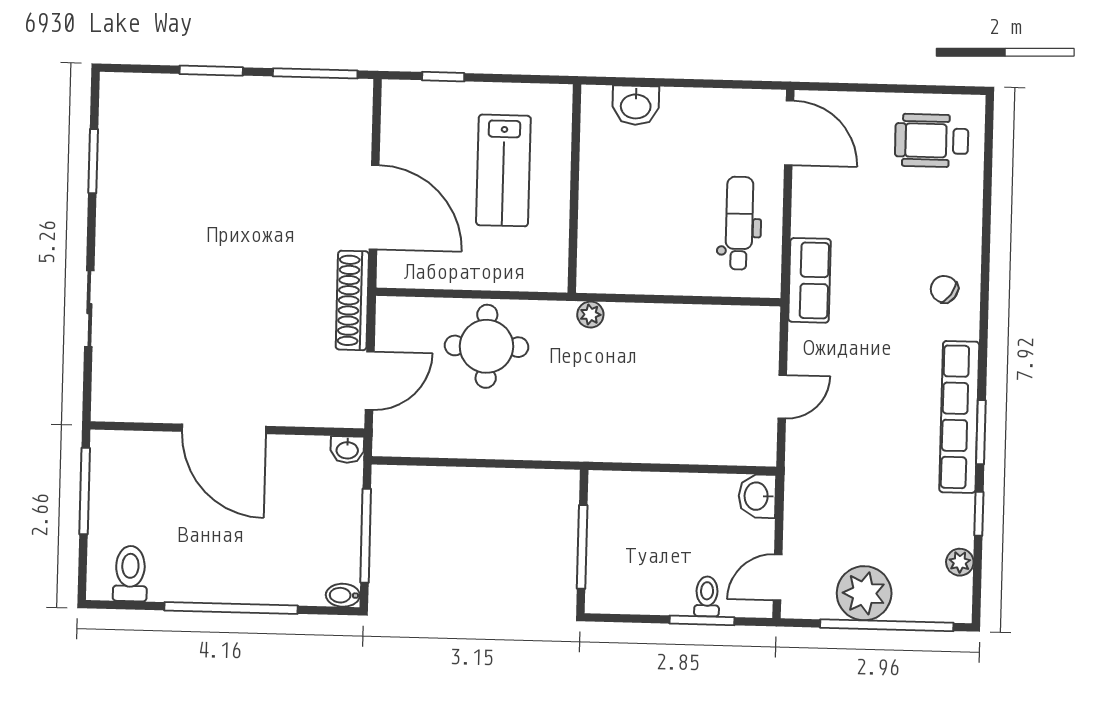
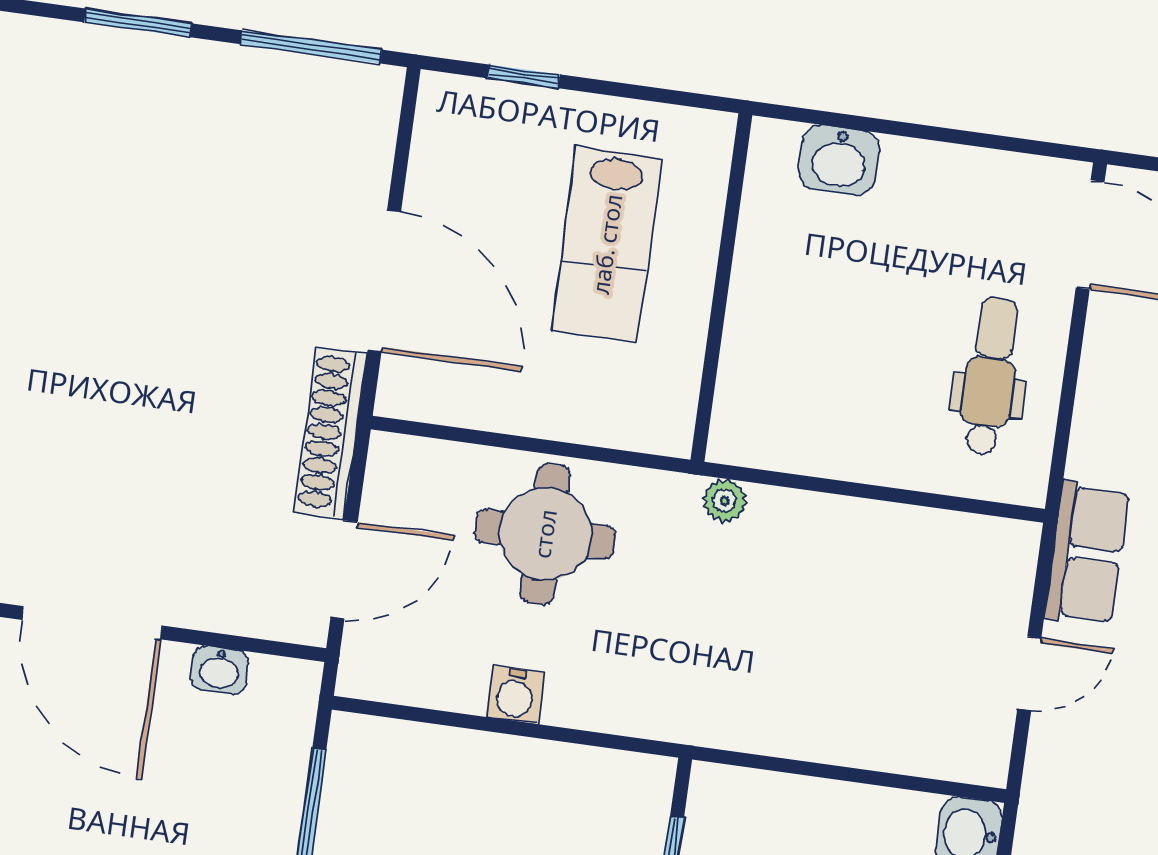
row of seats: (810, 280) -> (1087, 554), moved
water cooler: (479, 443) -> (515, 695), added
washbasin: (347, 450) -> (220, 670), moved

